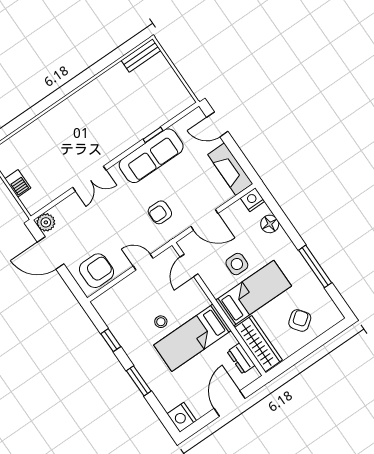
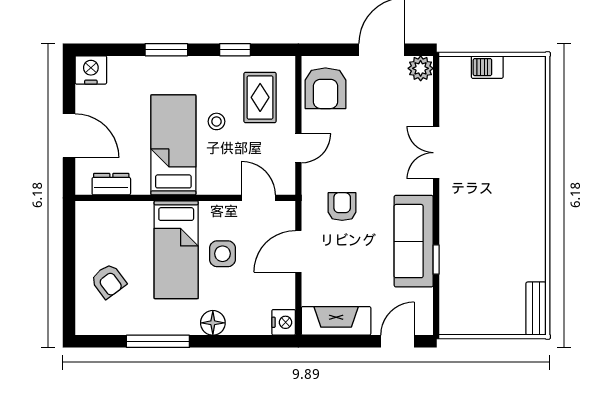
floor lamp: (270, 224) -> (213, 323), moved
rug: (129, 306) -> (260, 97), added
wardrobe: (258, 344) -> (115, 215), removed

